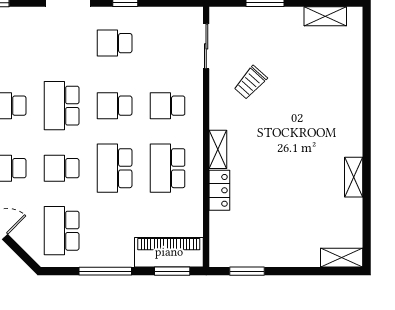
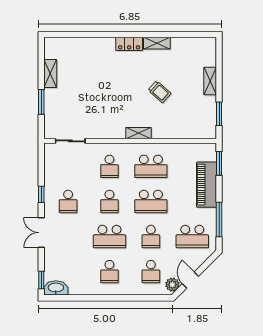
shelving: (325, 16) -> (50, 74), moved
trolley: (250, 83) -> (159, 92), moved
locker: (219, 190) -> (129, 44), moved, turned 180
piano: (169, 252) -> (207, 185), moved
shelving: (342, 258) -> (210, 81), moved
window: (105, 271) -> (219, 220), moved

